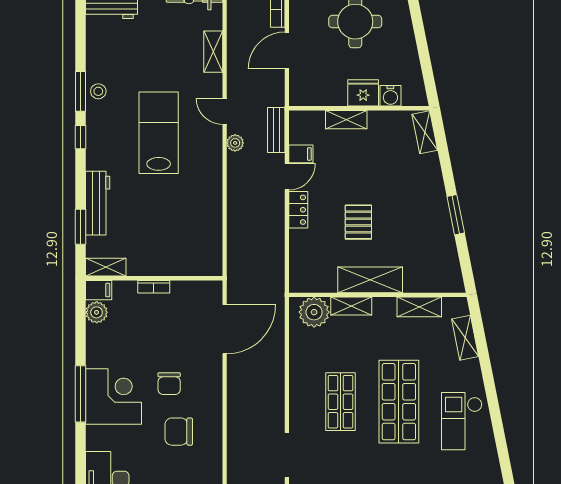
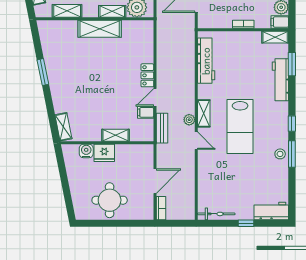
shelving: (213, 52) -> (204, 113), moved
pallet: (358, 222) -> (107, 67), removed
workbench: (210, 232) -> (206, 61), added

